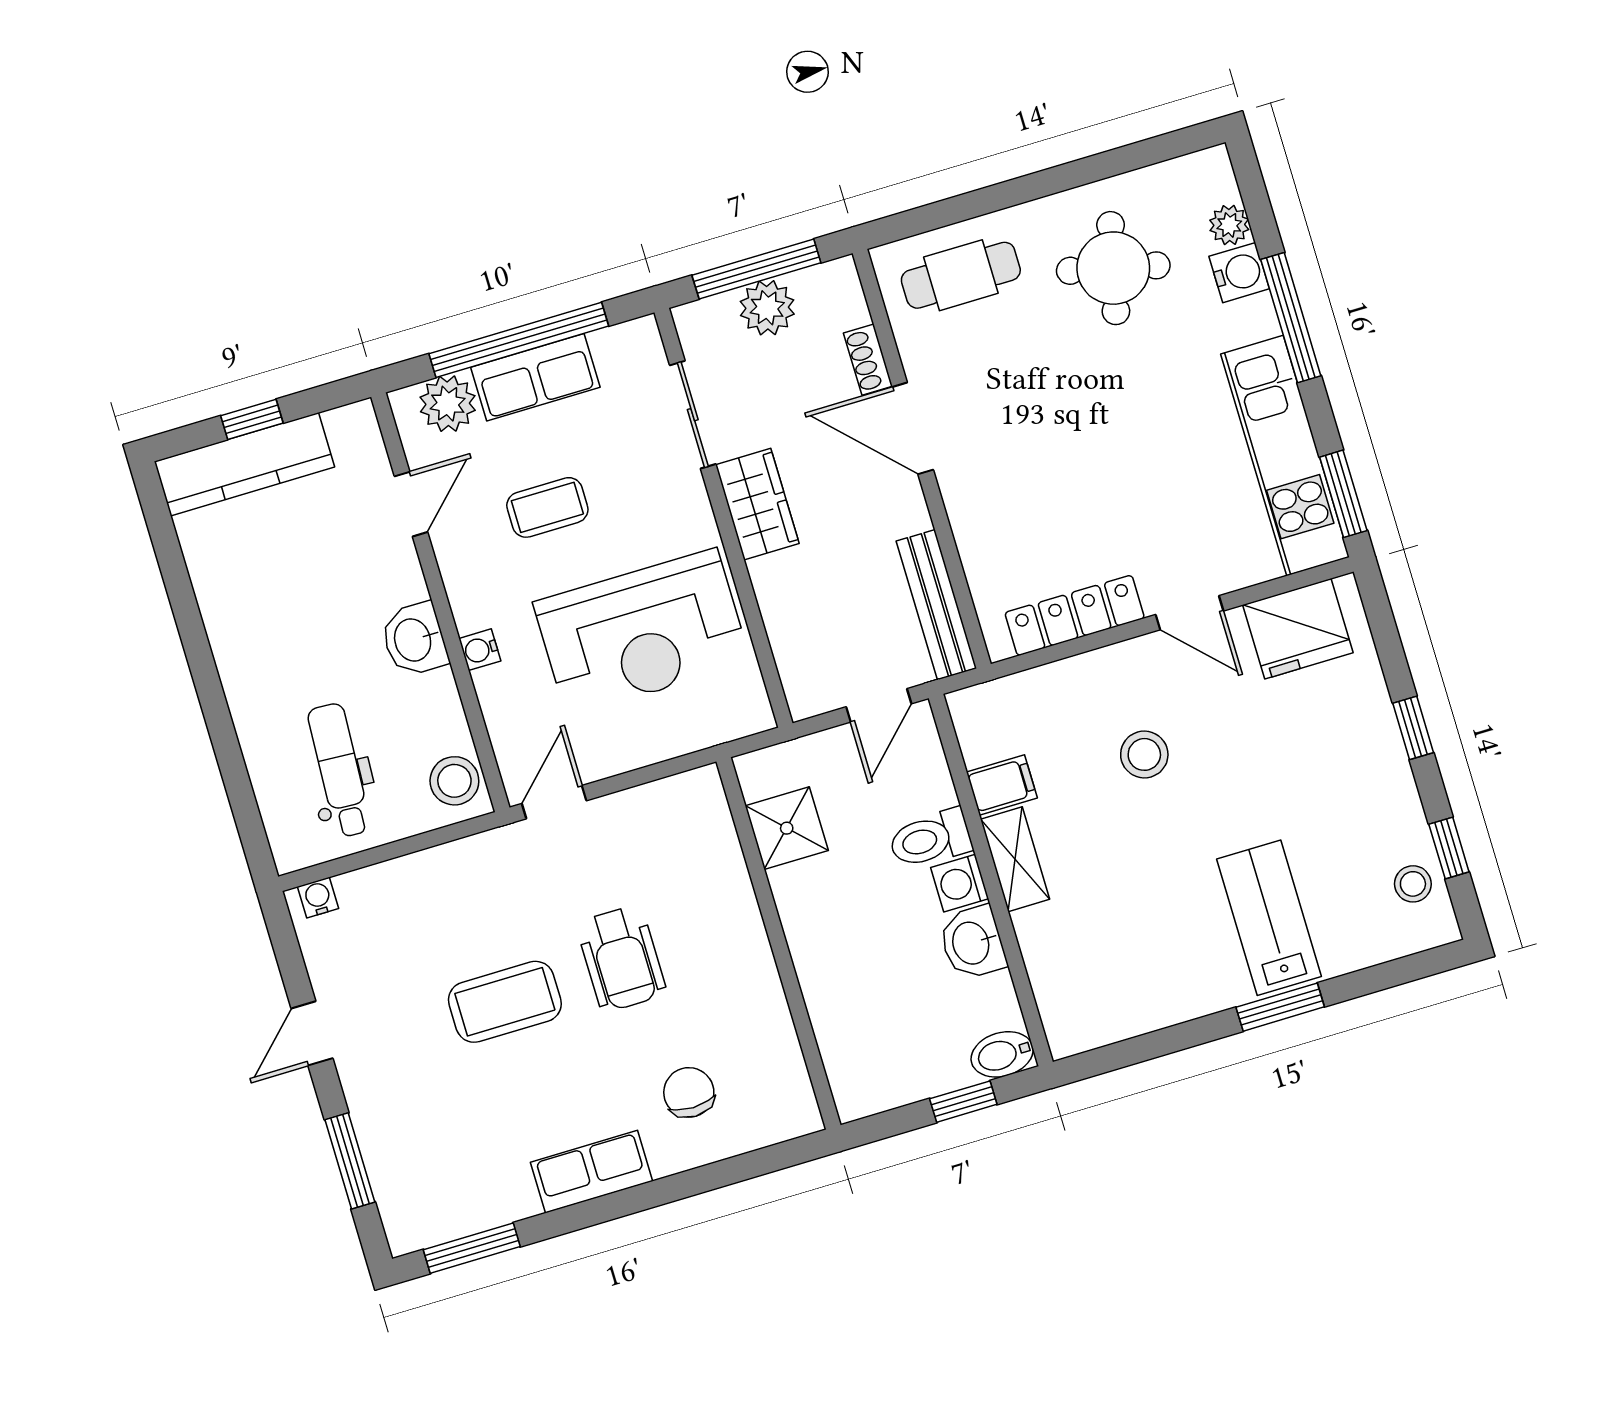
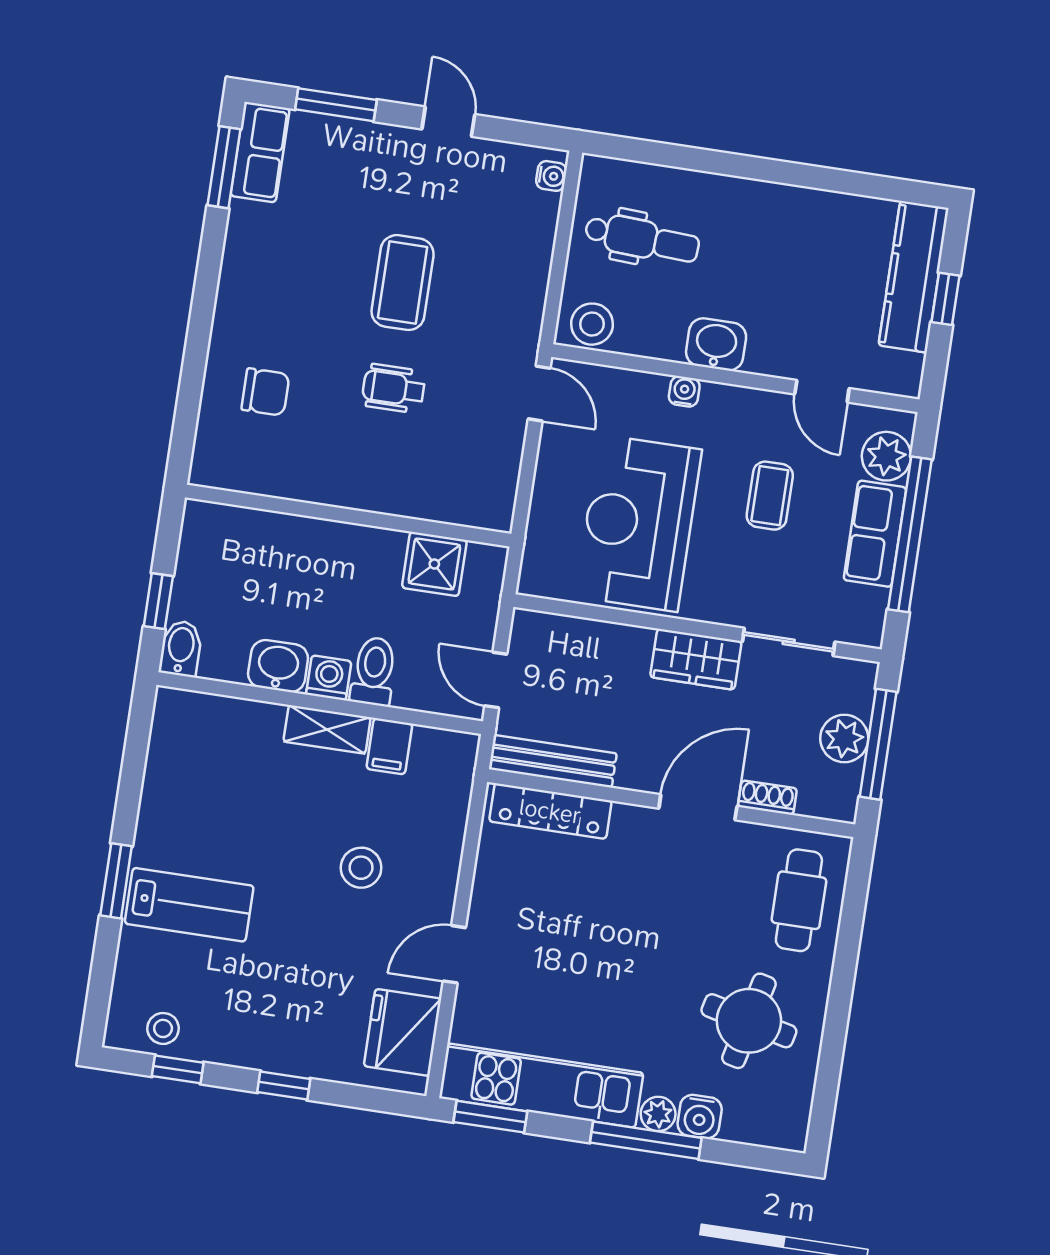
plant: (1229, 225) -> (658, 1114), moved
locker: (1075, 615) -> (550, 811), moved, turned 90
wheelchair: (621, 959) -> (394, 388), width x0.73, depth x0.73
row of seats: (592, 1172) -> (260, 152), moved

